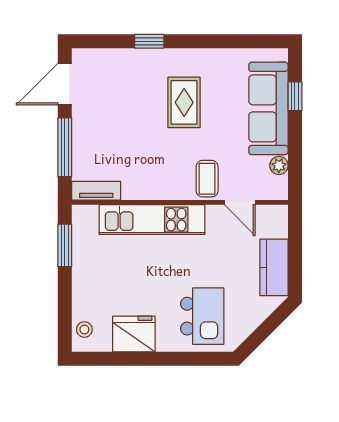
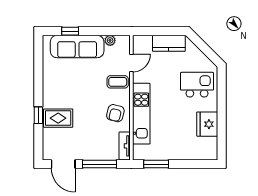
rug: (184, 102) -> (58, 118), moved
armchair: (153, 175) -> (115, 113), added
stool: (84, 329) -> (205, 153), removed

